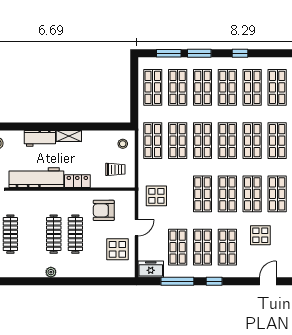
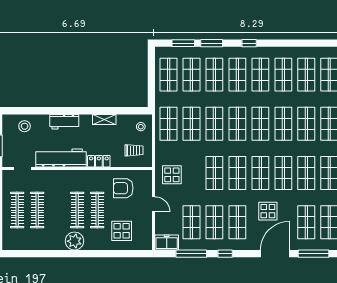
shelving: (69, 136) -> (104, 119), moved
door: (136, 228) -> (153, 204), hinge flipped
display table: (117, 249) -> (122, 231), moved
plant: (51, 272) -> (74, 241), width x1.88, depth x1.88
door: (268, 281) -> (275, 254), width x1.87

